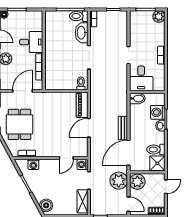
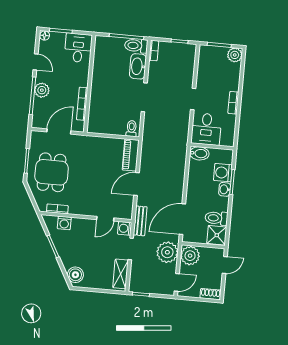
desk: (31, 42) -> (78, 48), moved, turned -90
bench: (123, 128) -> (140, 221), moved
door: (128, 204) -> (177, 282), hinge flipped

